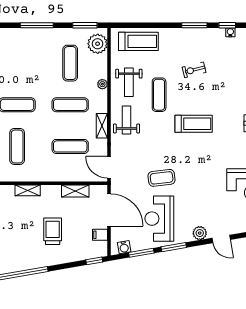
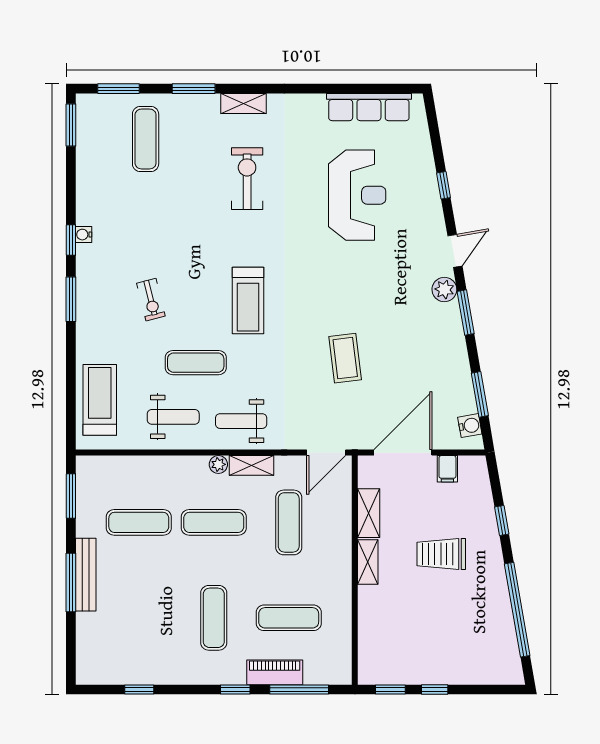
bench: (41, 34) -> (86, 575), added
plant: (98, 44) -> (104, 473), removed
plant: (102, 84) -> (218, 464), moved
exercise mat: (70, 105) -> (214, 522), turned 90
treadmill: (194, 124) -> (248, 300), turned 180
shelving: (28, 190) -> (368, 562), moved
reception desk: (159, 219) -> (418, 362), removed
window: (174, 247) -> (466, 312), moved
window: (94, 261) -> (502, 520), moved

